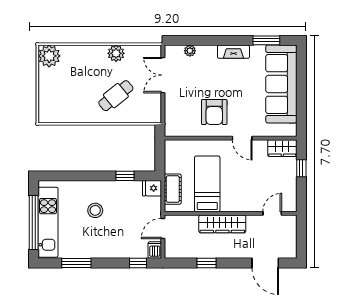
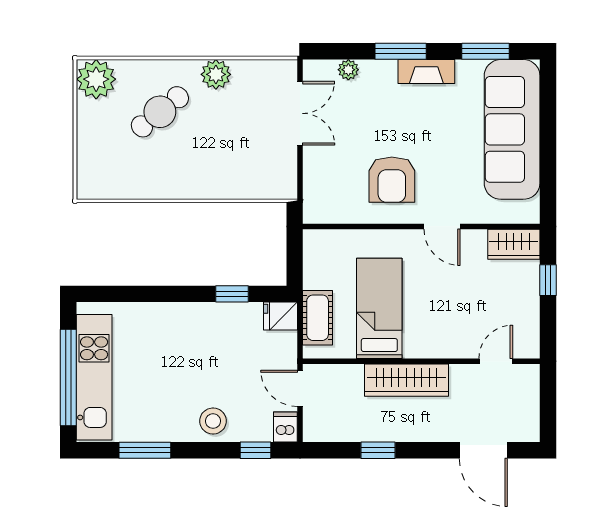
window: (219, 40) -> (401, 51), added
double door: (163, 75) -> (300, 113), swing flipped
cafe table: (116, 96) -> (160, 112), moved
stool: (95, 210) -> (213, 421), moved
door: (163, 228) -> (300, 388), hinge flipped

